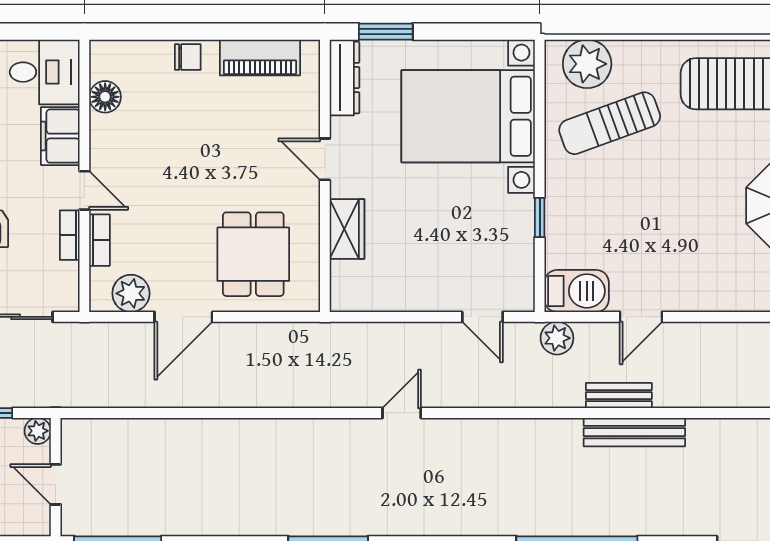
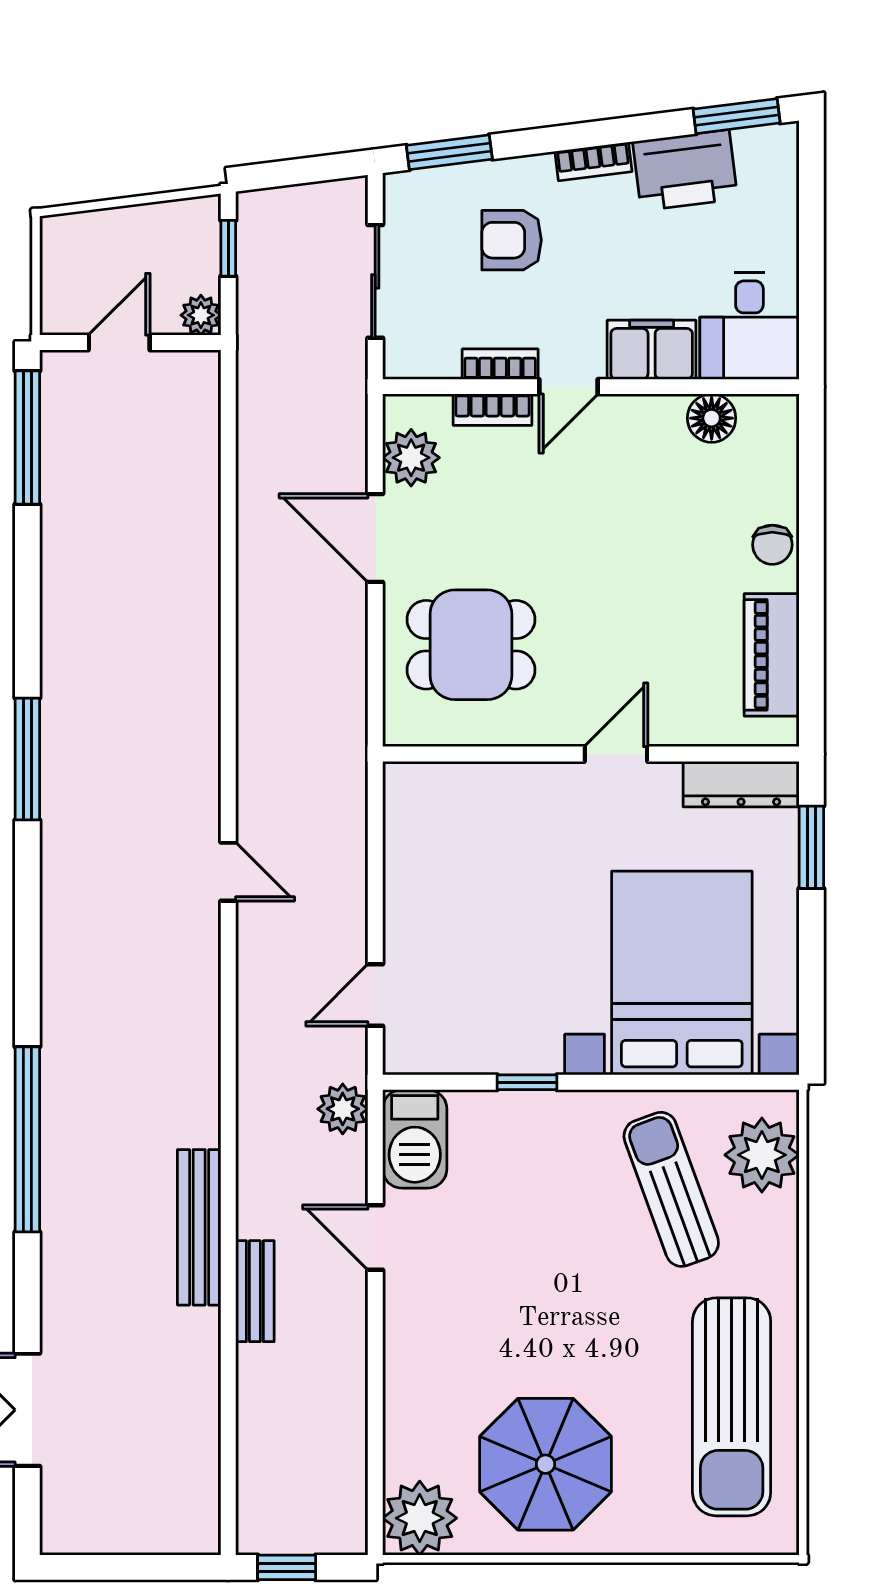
wardrobe: (347, 229) -> (510, 788), removed
bench: (619, 396) -> (255, 1291), moved

